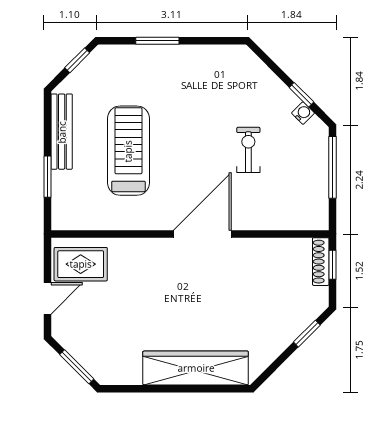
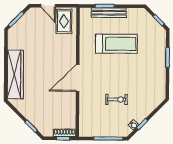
bench: (62, 132) -> (109, 13), moved
door: (202, 234) -> (78, 78), swing flipped

